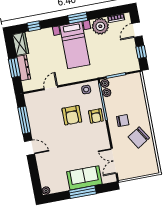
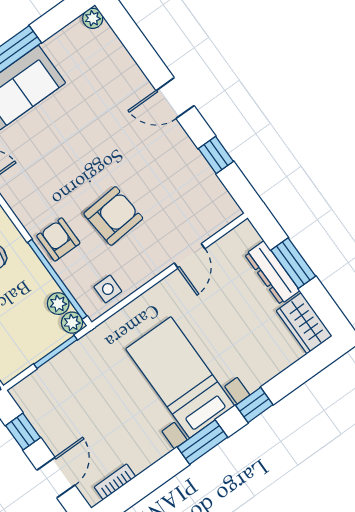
window: (34, 26) -> (254, 405), moved
plant: (100, 26) -> (142, 447), removed
armchair: (72, 115) -> (113, 216), turned 85
window: (24, 120) -> (216, 155), width x0.46

